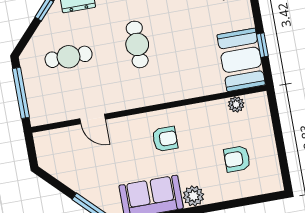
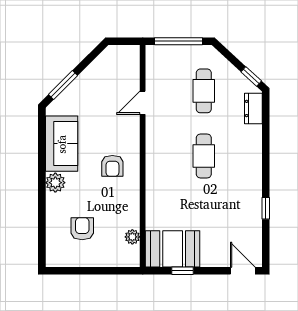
cafe table: (137, 44) -> (204, 156), turned 90

